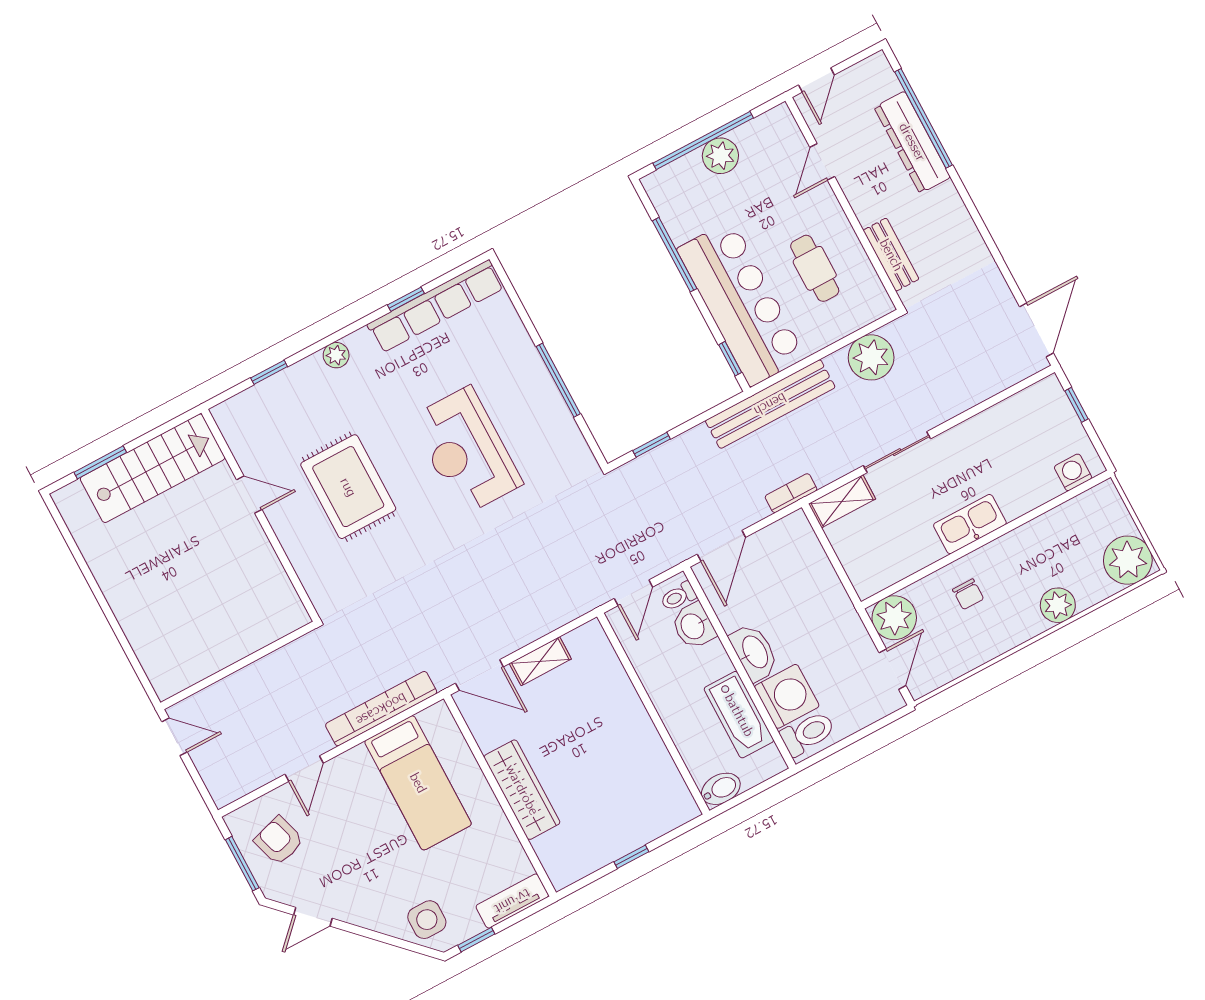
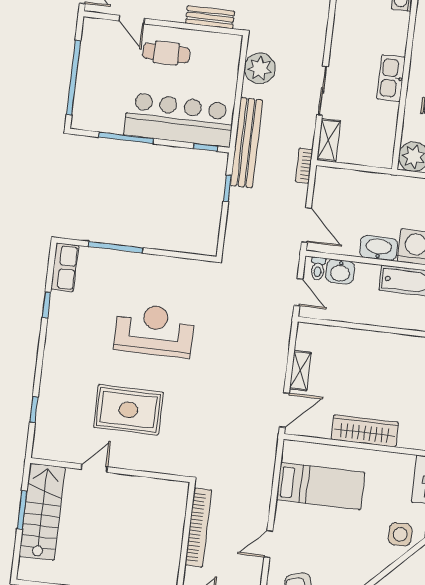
plant: (720, 156) -> (89, 74), removed
cafe table: (815, 268) -> (166, 53), moved
row of seats: (436, 306) -> (65, 267), width x0.50
plant: (336, 355) -> (50, 365), removed
window: (558, 380) -> (115, 247), moved
window: (652, 445) -> (227, 188), moved
reception desk: (466, 451) -> (154, 330), turned 180
window: (100, 462) -> (22, 510), moved
bookcase: (381, 709) -> (198, 527), moved, turned 180
door: (304, 769) -> (268, 544), swing flipped

